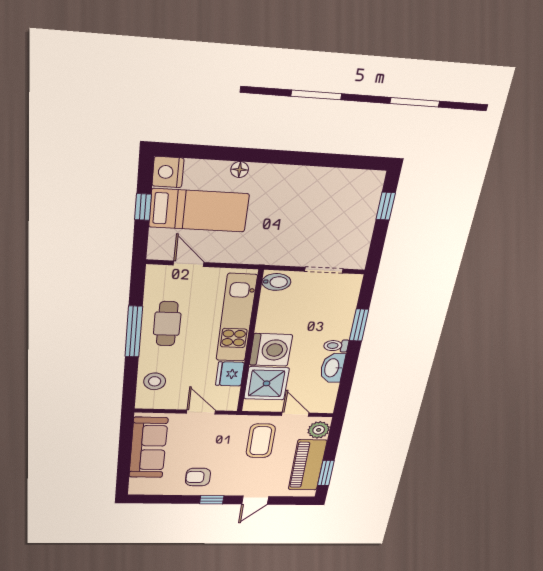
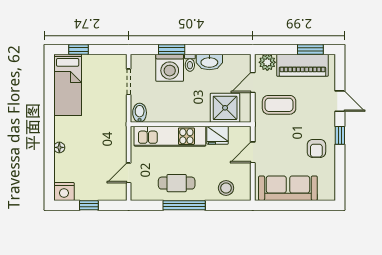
bed: (199, 210) -> (68, 85), moved, turned 180
washing machine: (271, 350) -> (170, 68), moved, turned 180

